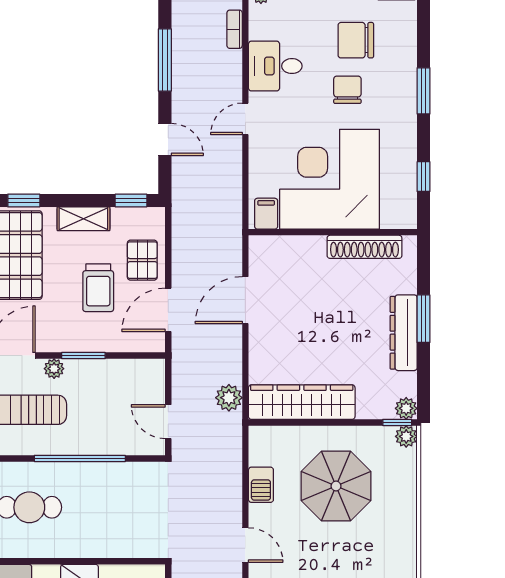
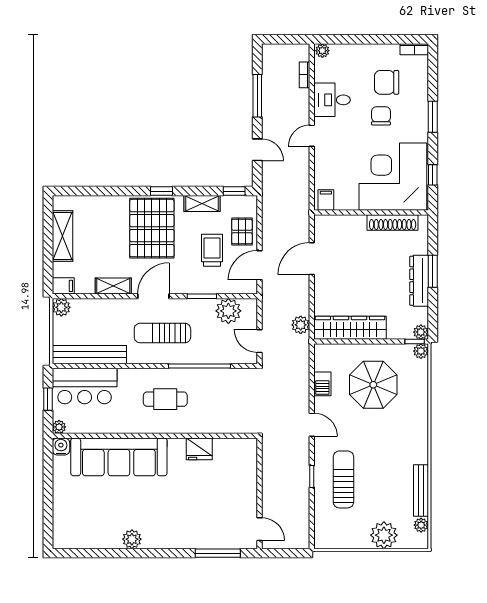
corner desk: (330, 179) -> (393, 177), moved
trolley: (98, 288) -> (212, 250), turned 180
plant: (54, 369) -> (228, 311), moved, width x1.87, depth x1.87

